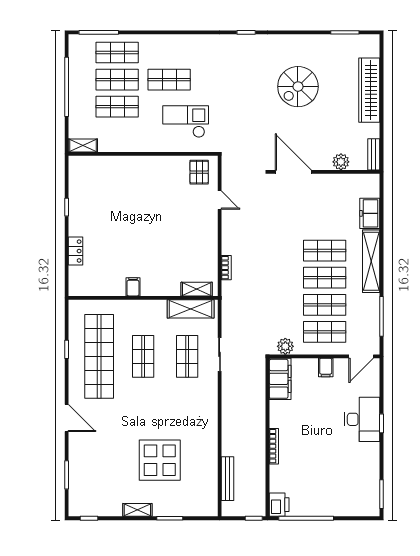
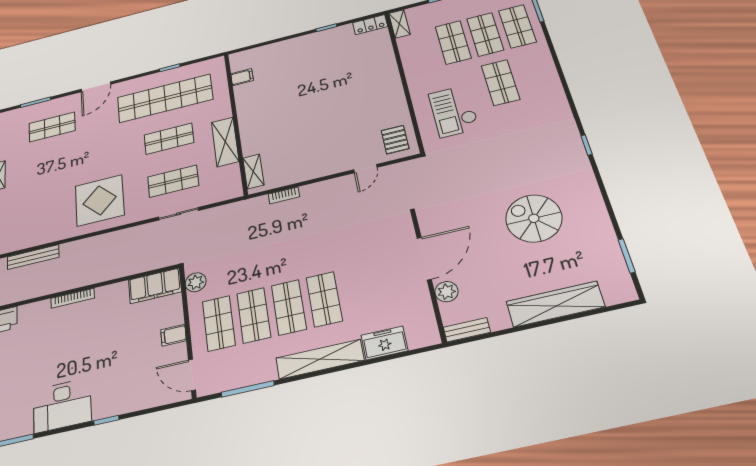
checkout: (186, 122) -> (454, 111), turned 180
pallet: (199, 172) -> (395, 140), turned 90
door: (293, 172) -> (424, 259), moved
locker: (76, 251) -> (370, 25), moved
filing cabinet: (133, 287) -> (242, 77), moved
shelving: (191, 309) -> (225, 142), moved
desk: (362, 419) -> (62, 405), moved
shop shelf: (99, 460) -> (52, 127), added
display table: (160, 460) -> (100, 200), moved

